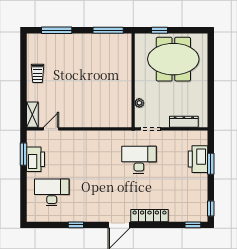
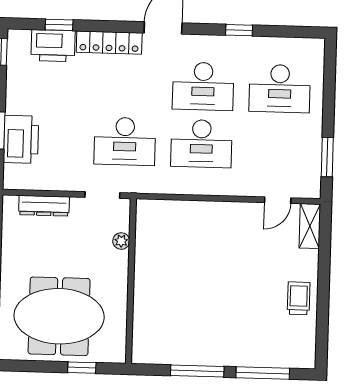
window: (108, 30) -> (197, 371), moved
printer: (35, 159) -> (53, 46), moved, turned -90
desk: (95, 160) -> (201, 144), added
desk: (95, 192) -> (203, 86), added
window: (193, 225) -> (59, 25), moved

